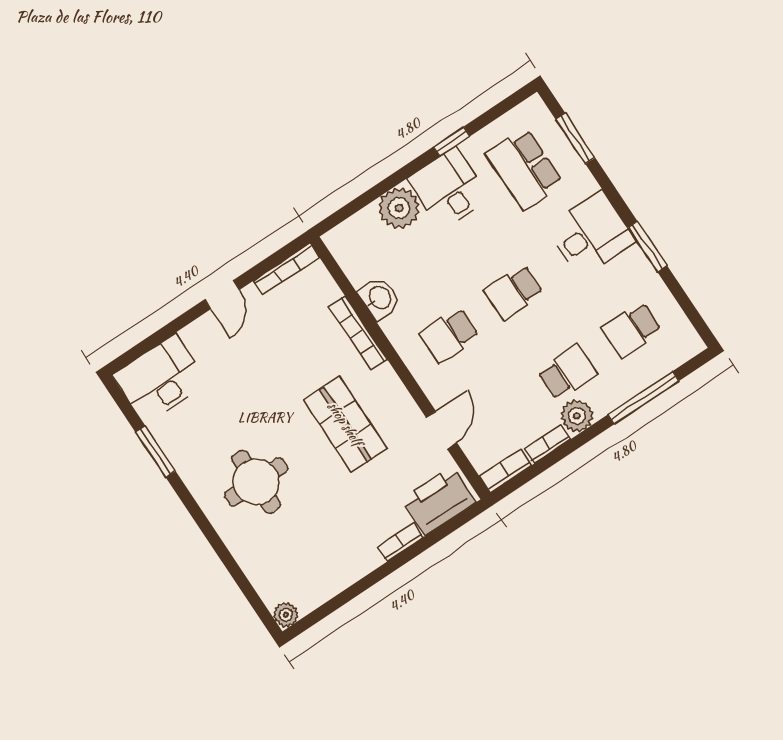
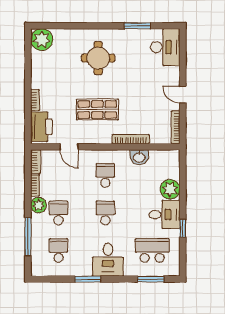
school desk: (567, 373) -> (58, 213), turned 180
plant: (286, 615) -> (42, 40), width x1.88, depth x1.88

